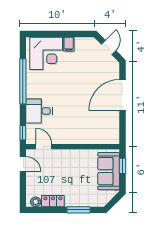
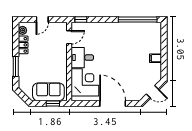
corner desk: (46, 53) -> (85, 82), moved, turned 180
window: (23, 81) -> (138, 20), moved
desk: (39, 111) -> (82, 58), moved, turned -90
door: (23, 164) -> (42, 20), moved

